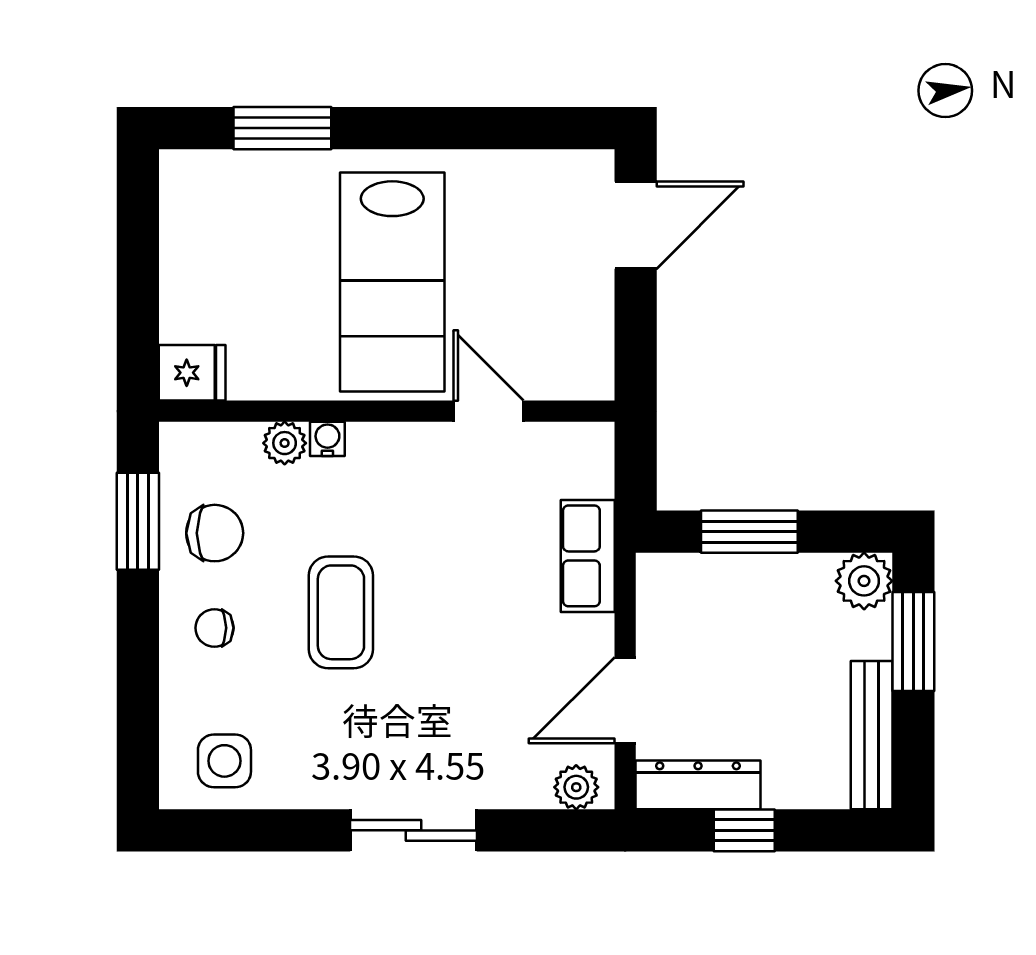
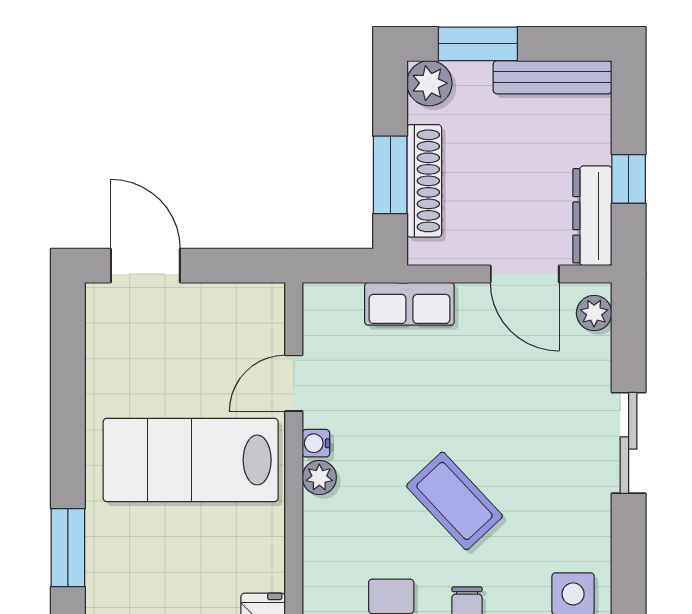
lab bench: (392, 282) -> (191, 460), turned 180
water cooler: (327, 439) -> (316, 443), moved
plant: (285, 443) -> (319, 477), moved
shoe rack: (742, 574) -> (424, 181), added
coffee table: (341, 612) -> (454, 501), turned 47

